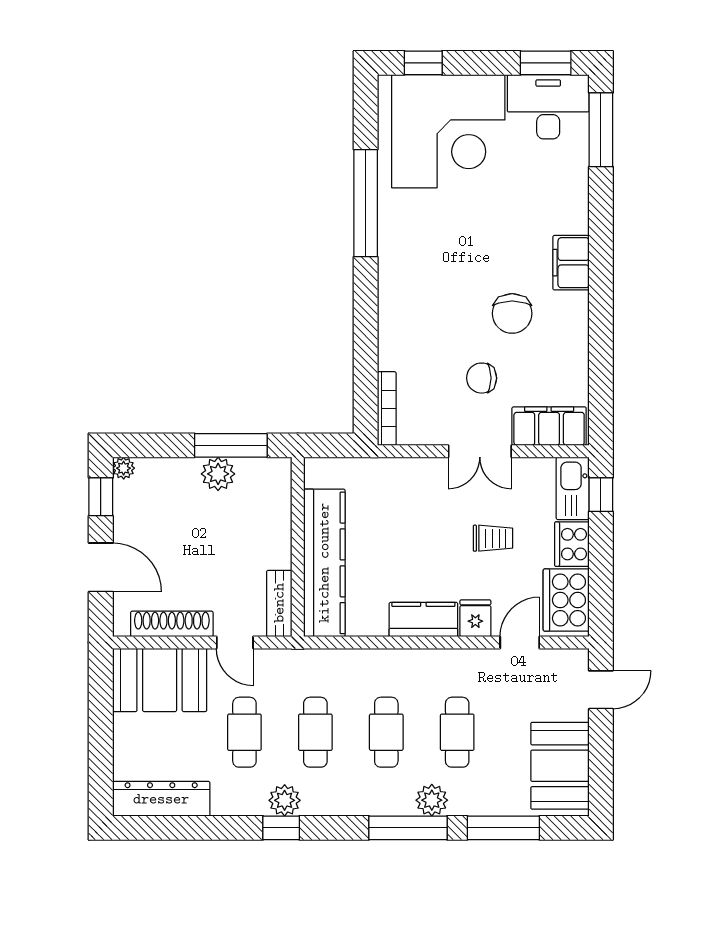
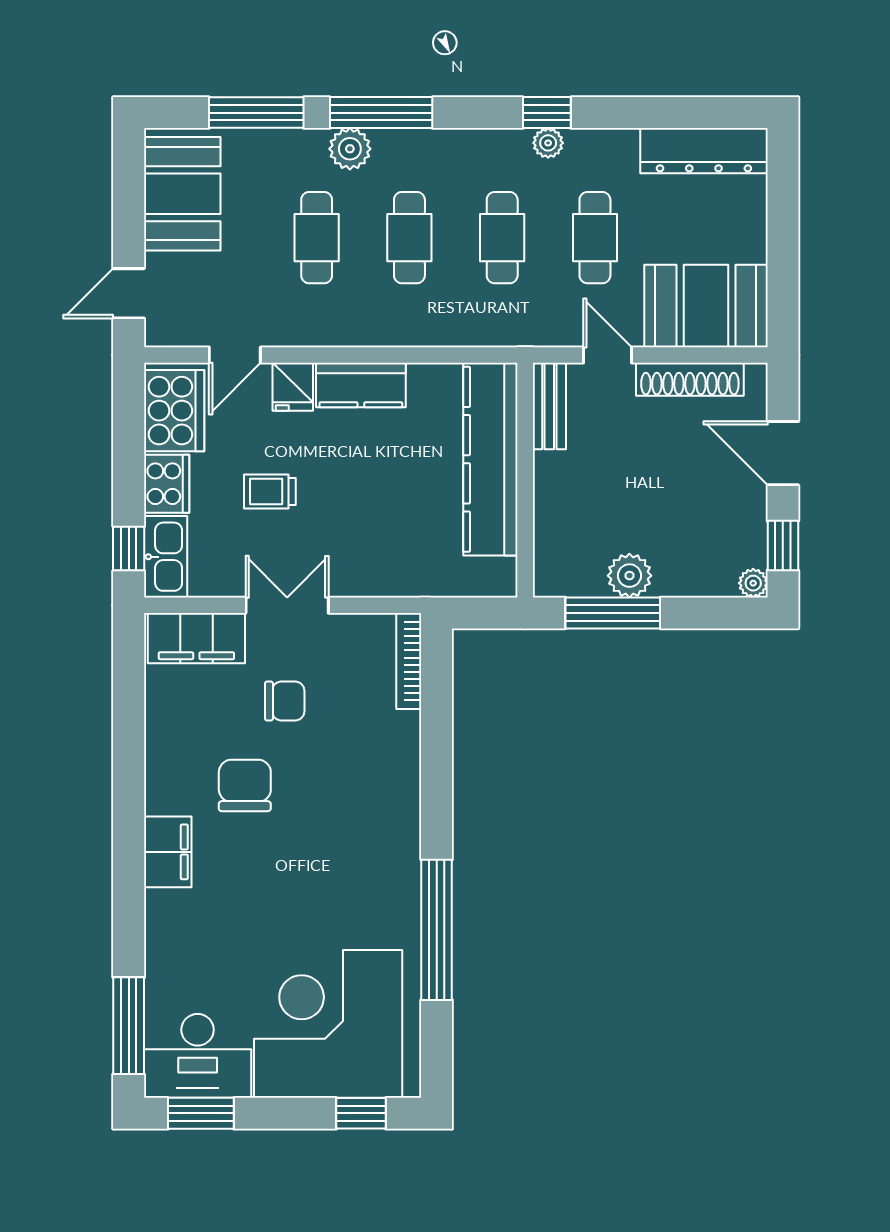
plant: (285, 800) -> (548, 143), width x0.73, depth x0.73

